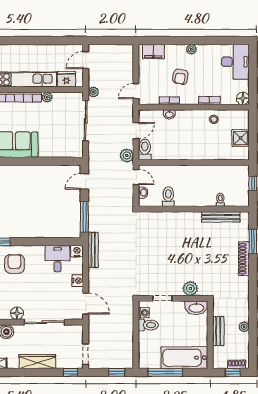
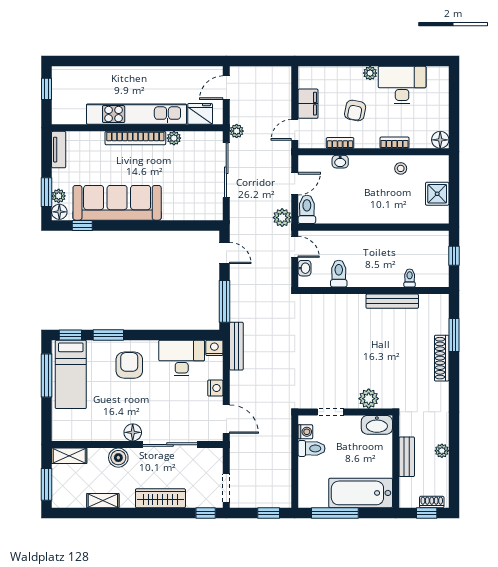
filing cabinet: (153, 52) -> (308, 104), moved, turned -90
desk: (235, 62) -> (402, 85), moved, turned -90
door: (84, 181) -> (225, 253), swing flipped
bench: (221, 217) -> (392, 301), moved
desk: (57, 259) -> (182, 358), width x1.37

